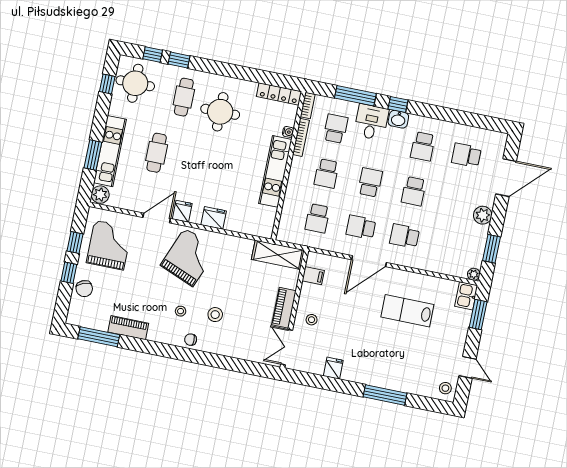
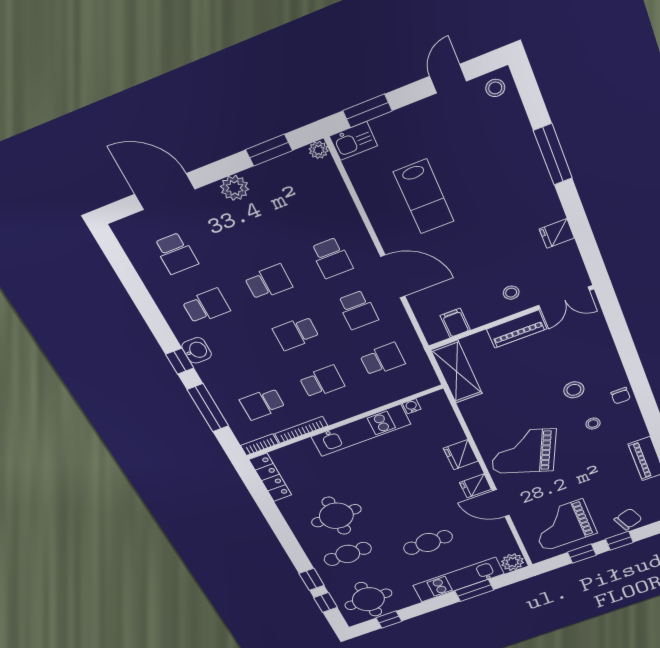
desk: (371, 122) -> (224, 375), removed
water cooler: (288, 132) -> (412, 406), moved

